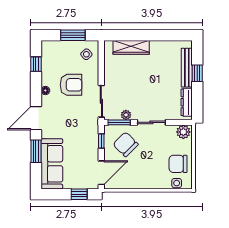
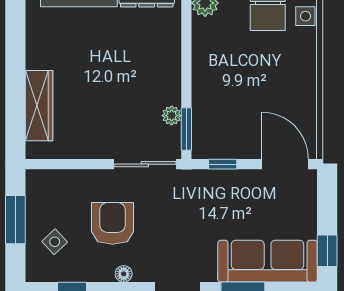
side table: (86, 54) -> (55, 242), moved
sliding door: (151, 122) -> (186, 66), removed
chair: (126, 144) -> (229, 116), removed
window: (79, 194) -> (327, 251), moved

